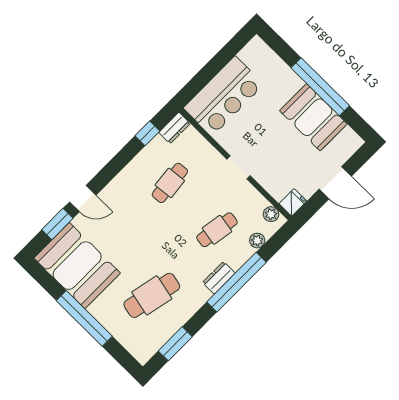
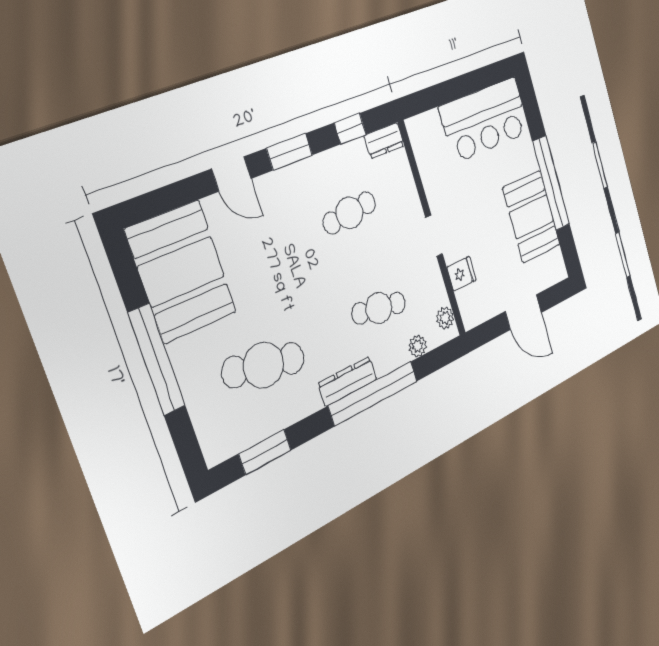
bar counter: (224, 96) -> (485, 120), moved
fridge: (293, 202) -> (461, 274), moved
window: (57, 224) -> (289, 152), moved
dresser: (219, 278) -> (348, 381), width x1.44

